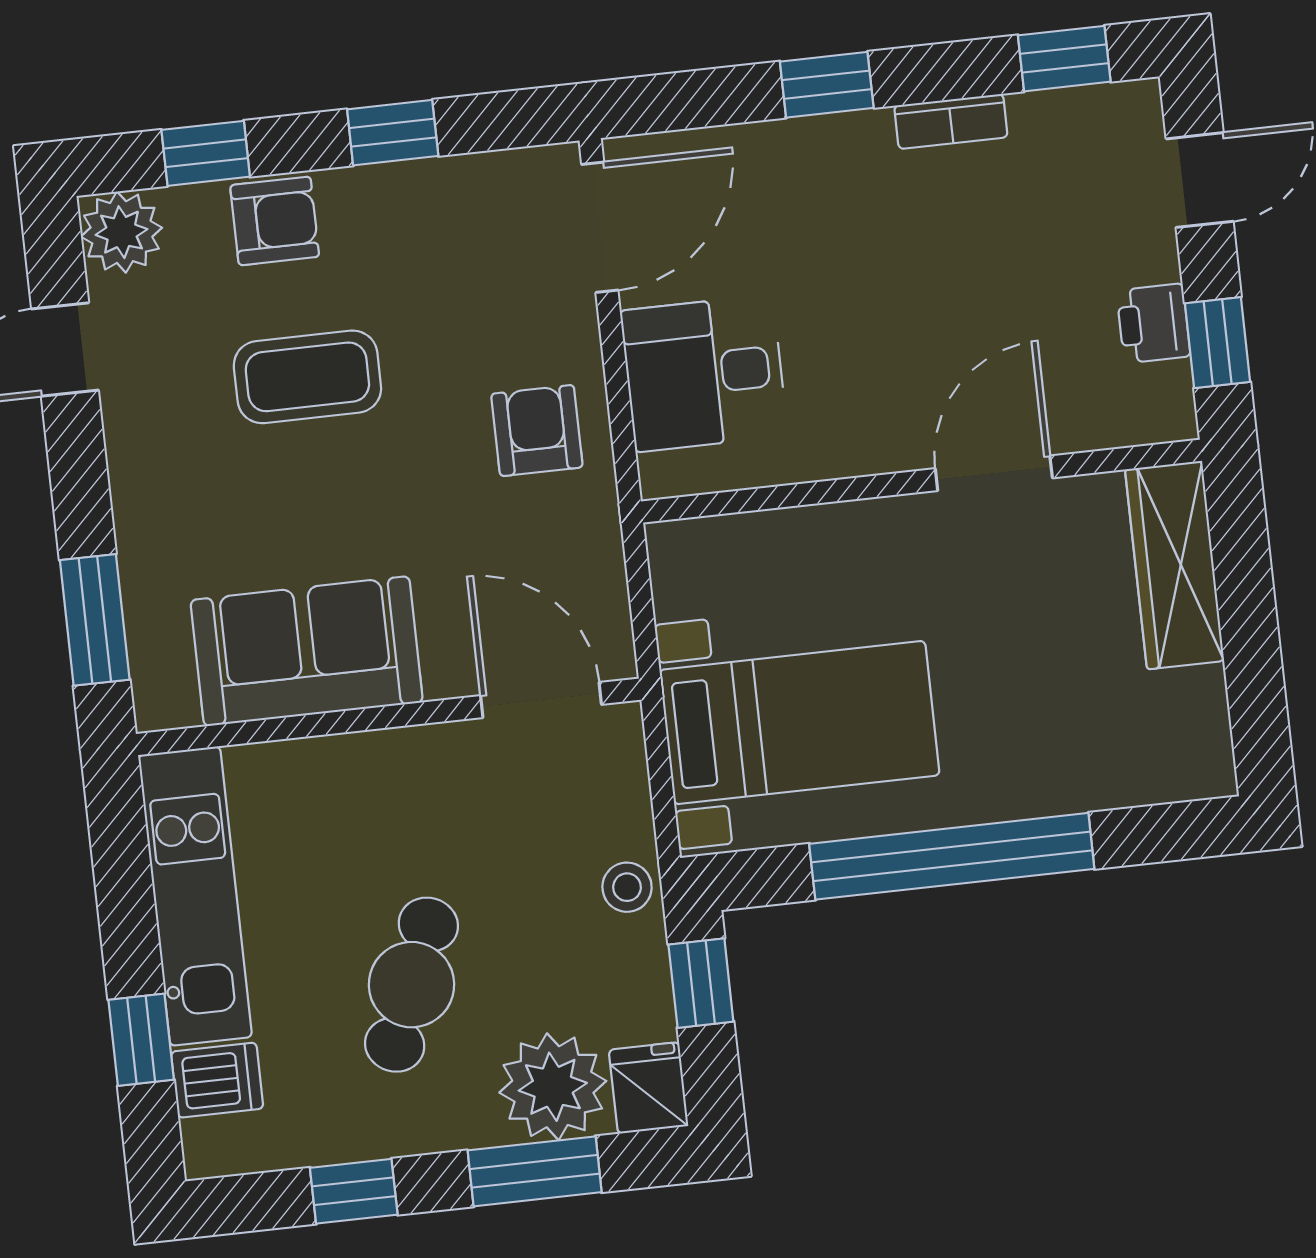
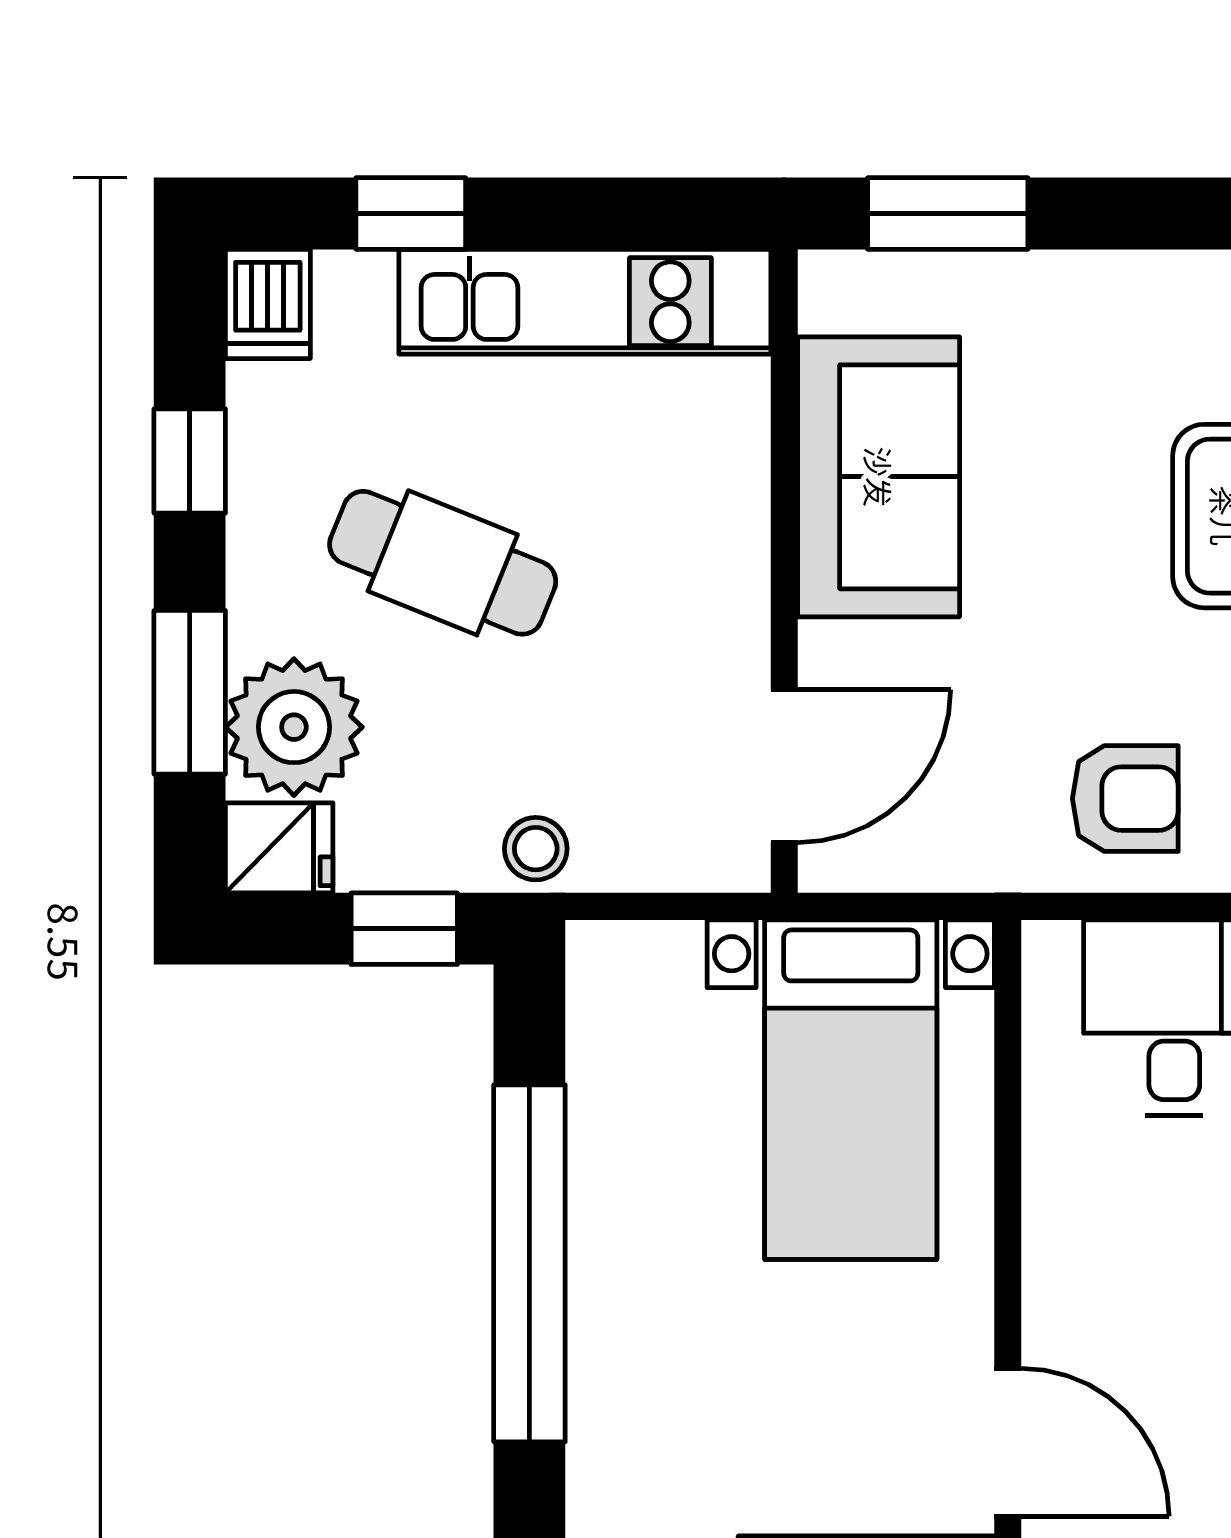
door: (994, 473) -> (1008, 1442), moved
bed with nightstands: (800, 723) -> (851, 1090), moved
dishwasher: (217, 1080) -> (268, 304), moved

